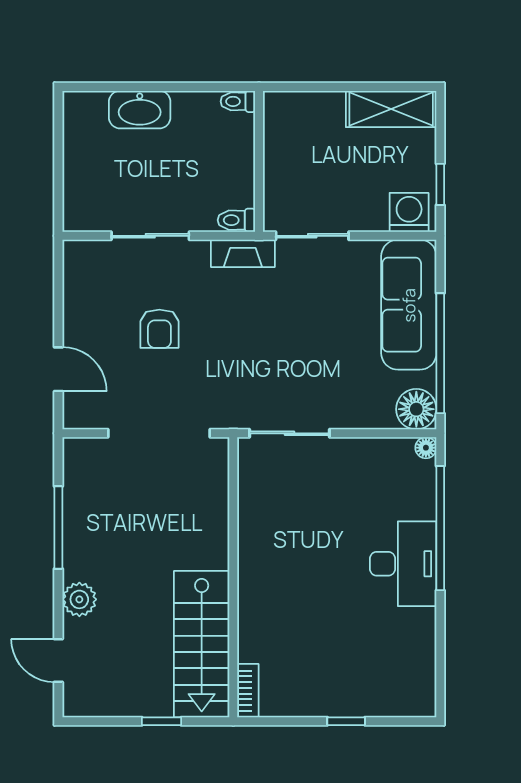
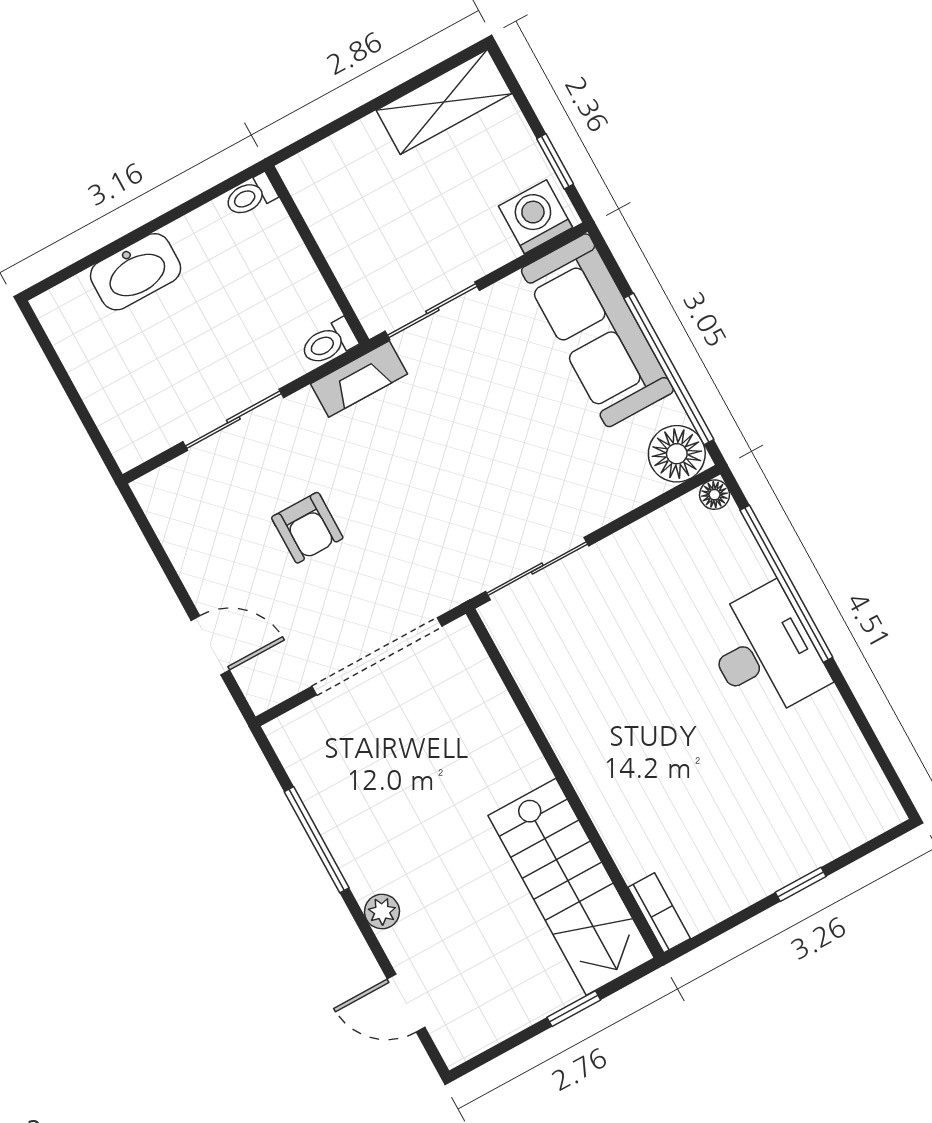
plant: (79, 599) -> (382, 911), width x0.73, depth x0.73

